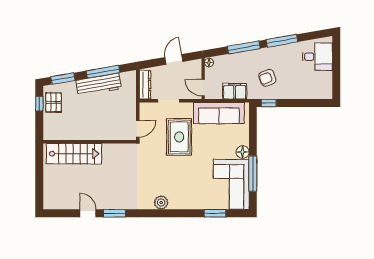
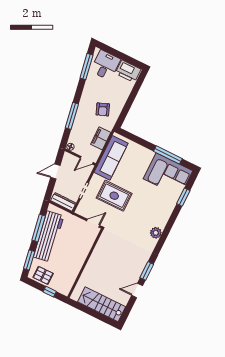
window: (282, 41) -> (86, 66), moved
door: (174, 59) -> (55, 171), hinge flipped
workbench: (99, 85) -> (49, 236), width x1.36, depth x1.32
printer: (323, 85) -> (128, 71), added
window: (269, 103) -> (122, 118), removed
window: (39, 104) -> (50, 292), moved
door: (138, 129) -> (93, 223), hinge flipped
floor lamp: (243, 152) -> (148, 155), removed
stairs: (74, 154) -> (102, 304), moved, turned -90

